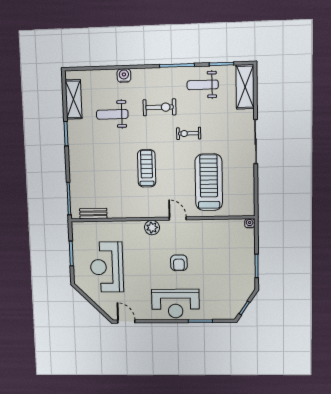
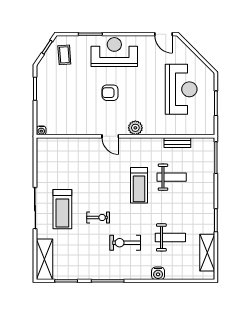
weight bench: (203, 85) -> (172, 177), moved
treadmill: (209, 182) -> (62, 209), moved, width x0.73, depth x0.73
bench: (93, 213) -> (177, 143), moved
armchair: (179, 263) -> (110, 93), turned -90
coffee table: (227, 300) -> (64, 55), added

